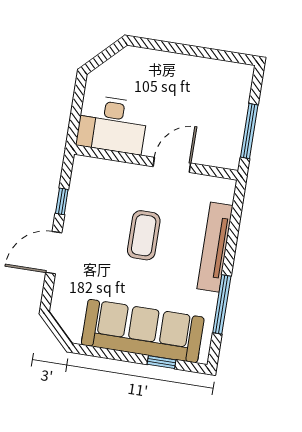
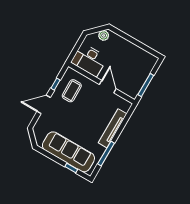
plant: (123, 62) -> (104, 35), added
door: (172, 165) -> (108, 87), hinge flipped
coffee table: (144, 235) -> (72, 91), moved

